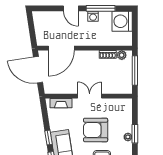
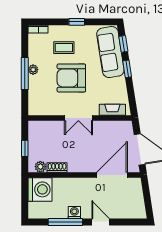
washing machine: (122, 21) -> (40, 189), moved
window: (135, 71) -> (25, 148), width x0.46
armchair: (96, 130) -> (71, 78), turned 180
window: (135, 134) -> (25, 73), width x1.44

